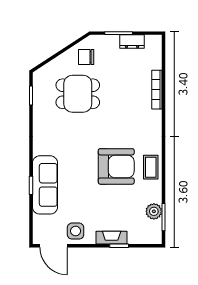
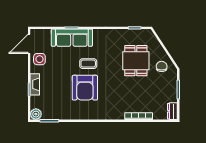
dresser: (132, 42) -> (172, 111), moved
coffee table: (151, 167) -> (88, 64), moved
plant: (154, 211) -> (36, 114), moved

